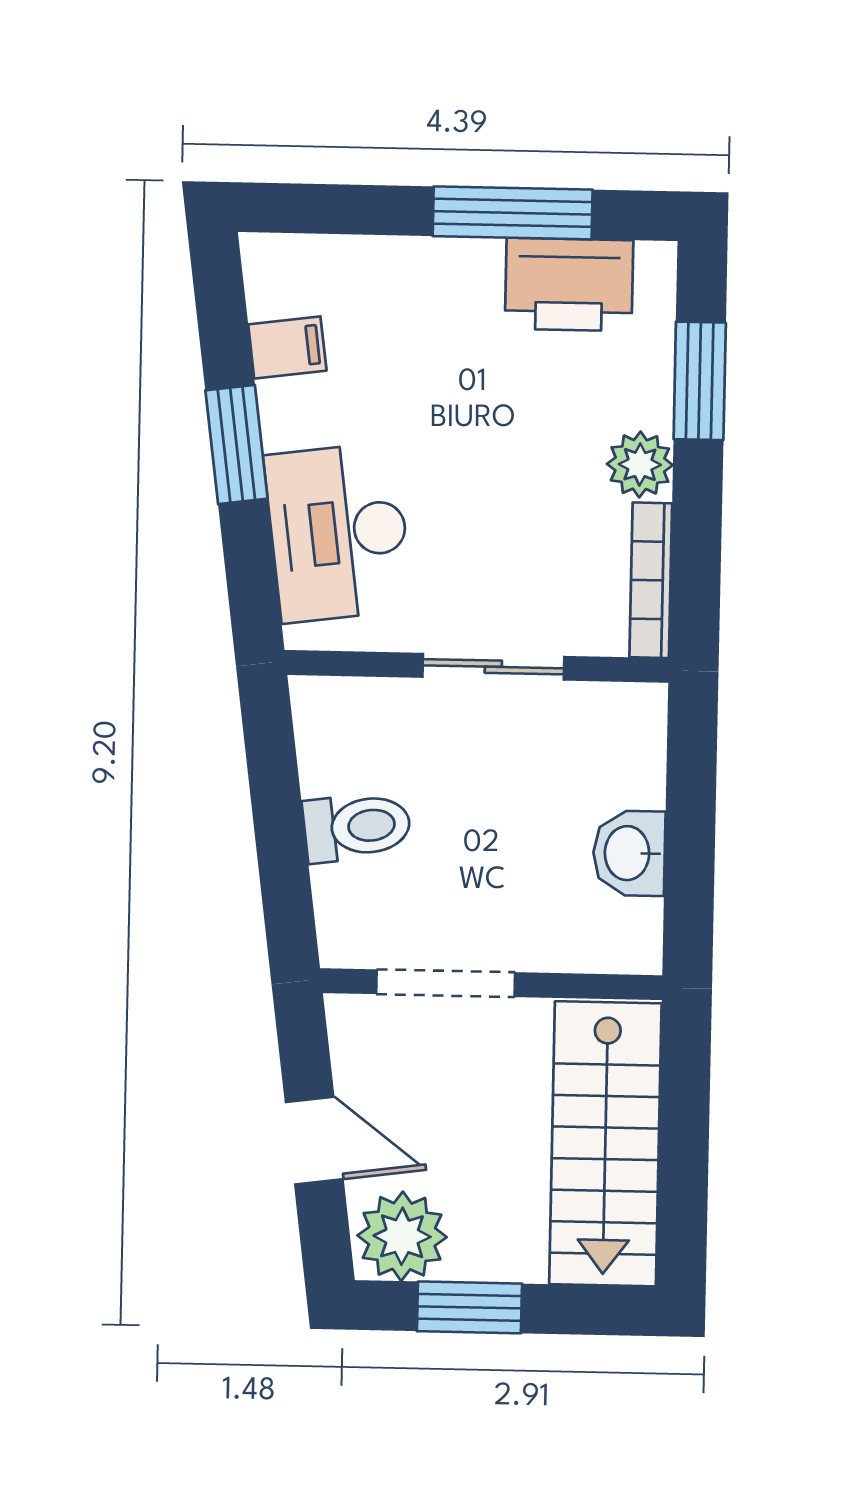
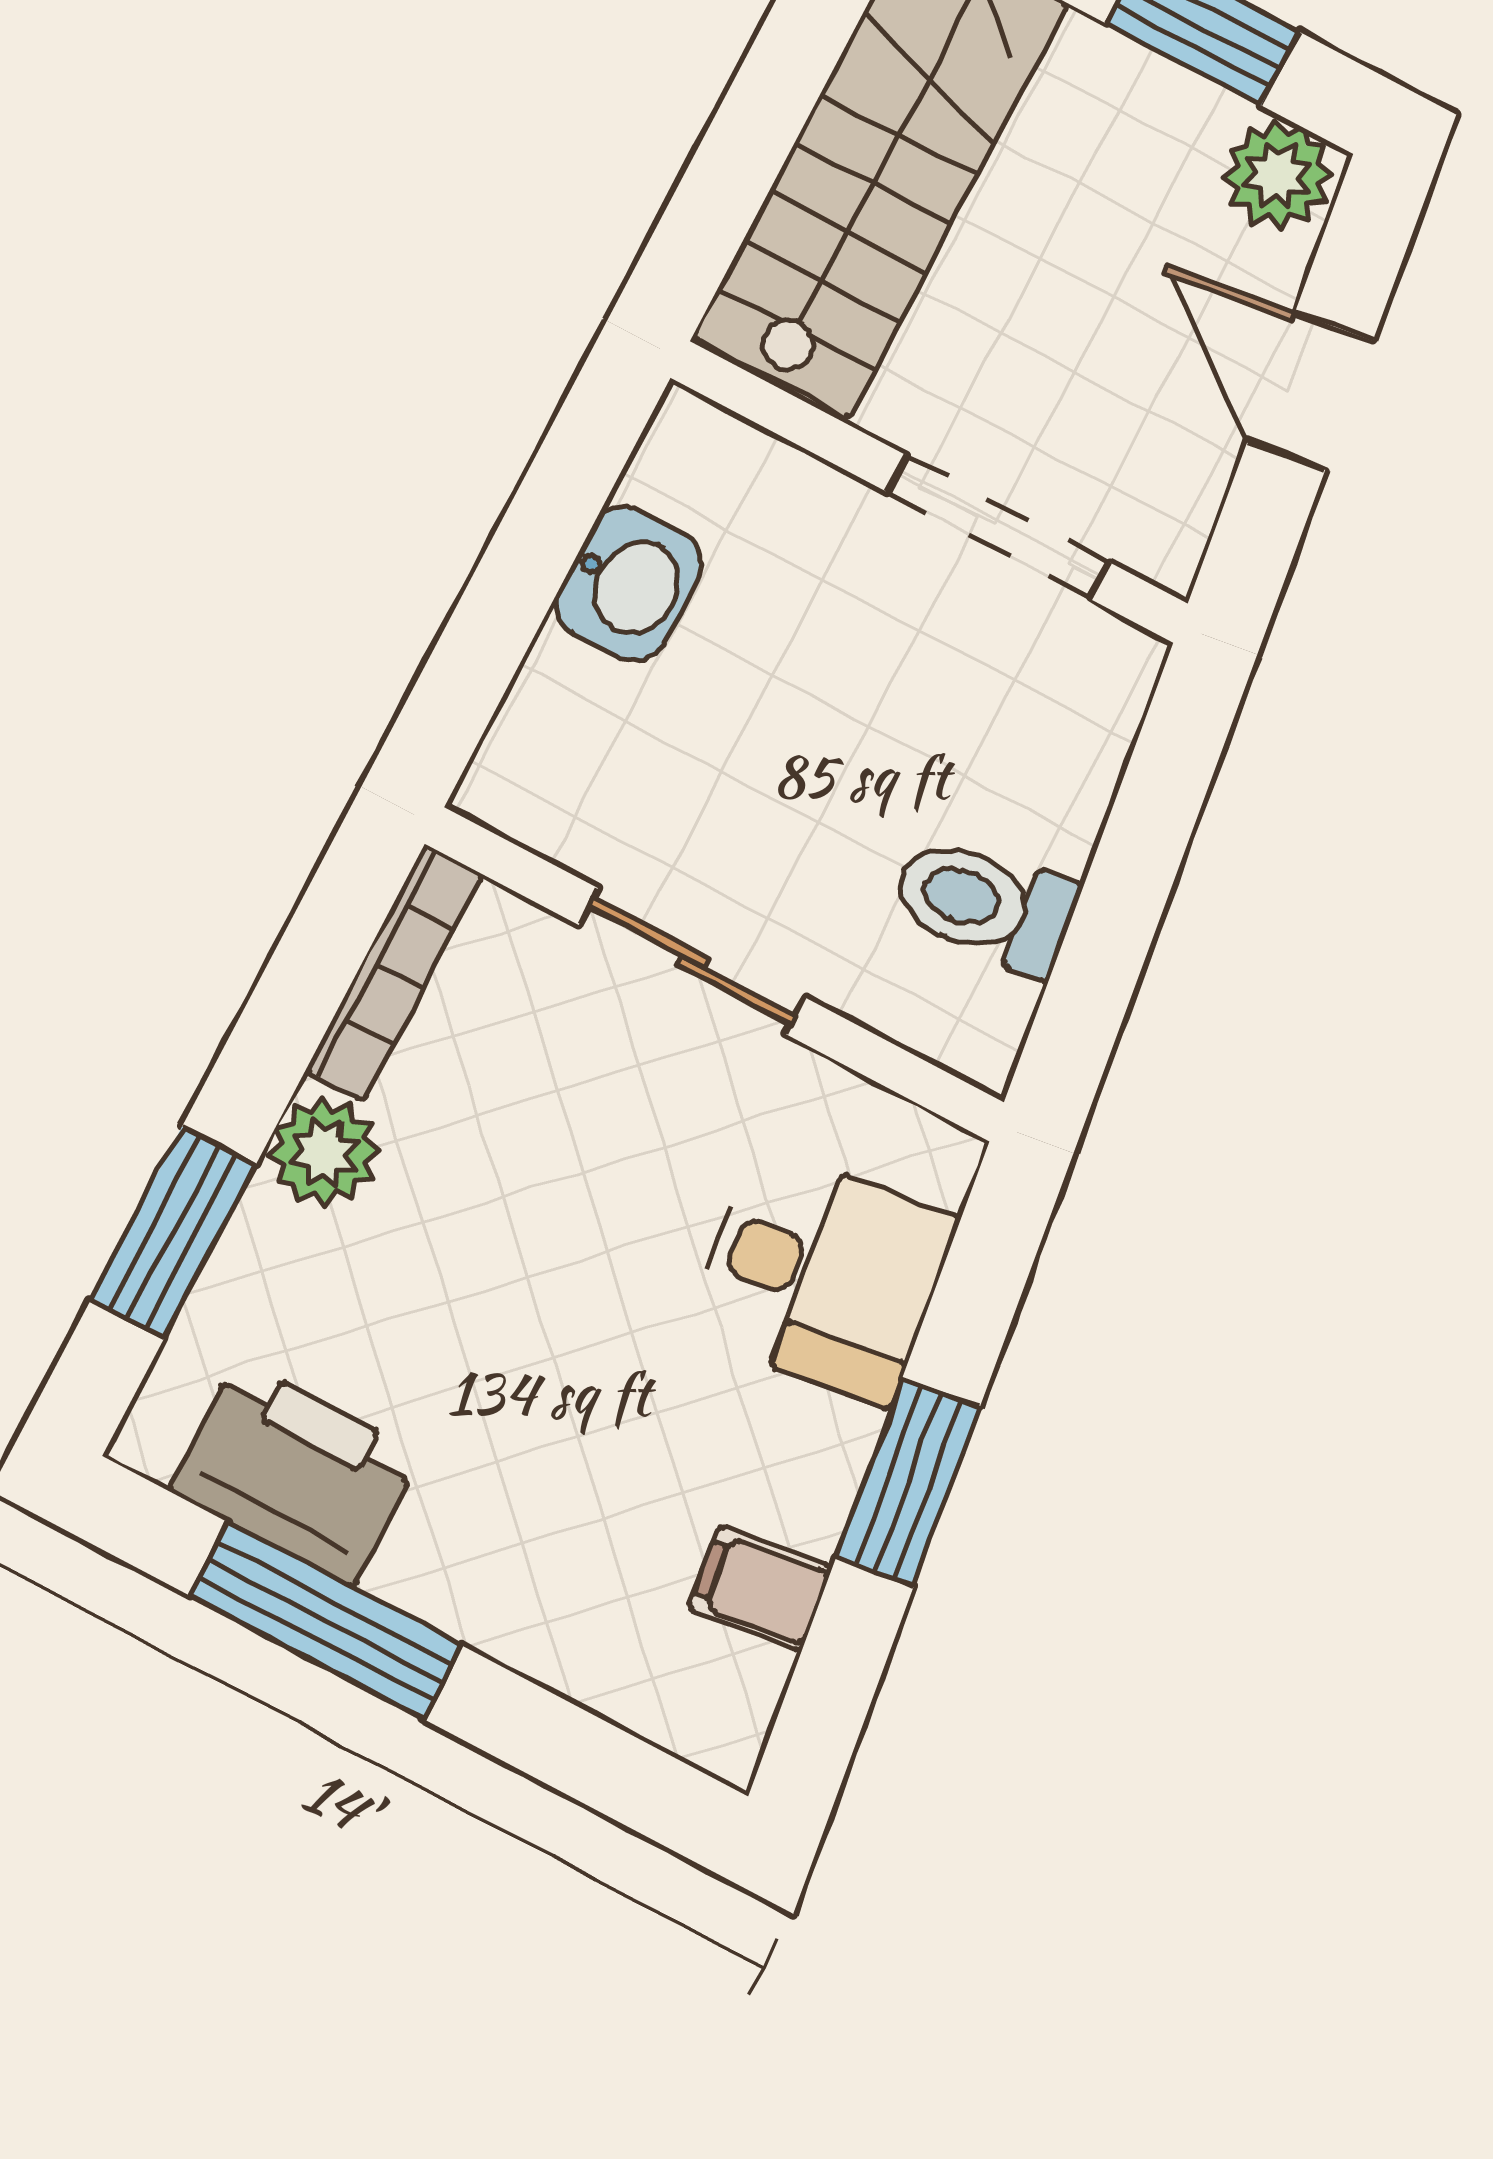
desk: (338, 532) -> (822, 1276), width x0.73
toilet: (357, 827) -> (984, 904), moved
plant: (402, 1236) -> (1278, 176), width x0.73, depth x0.73

